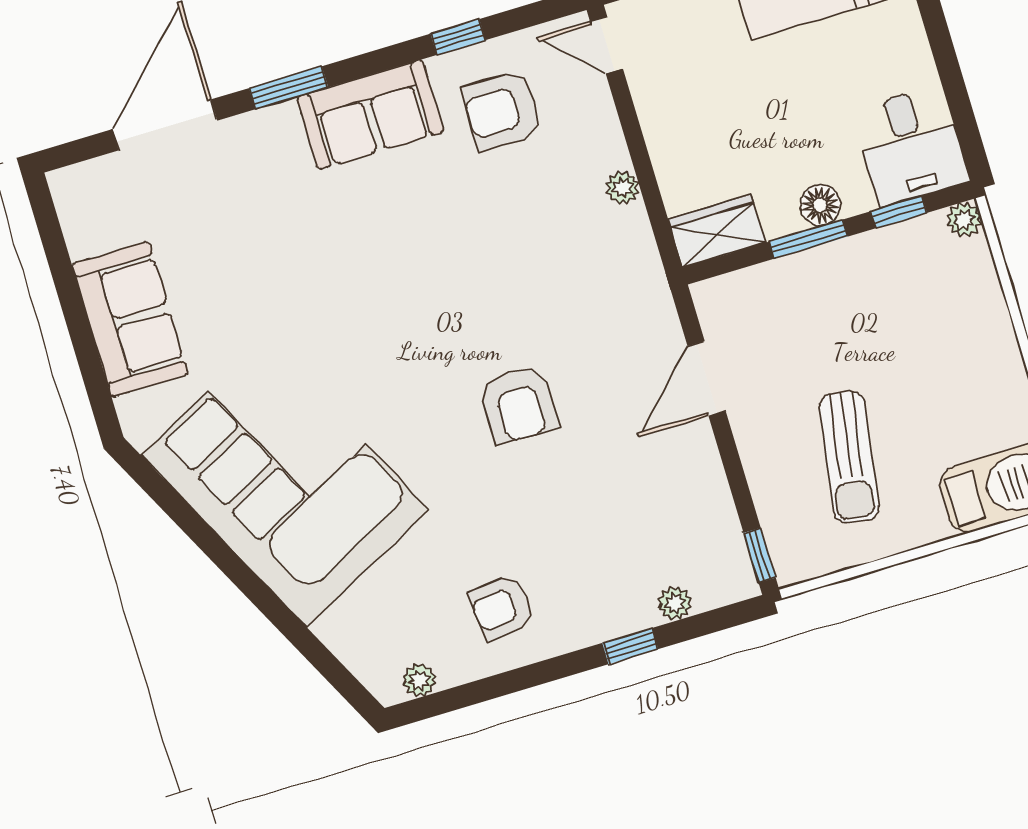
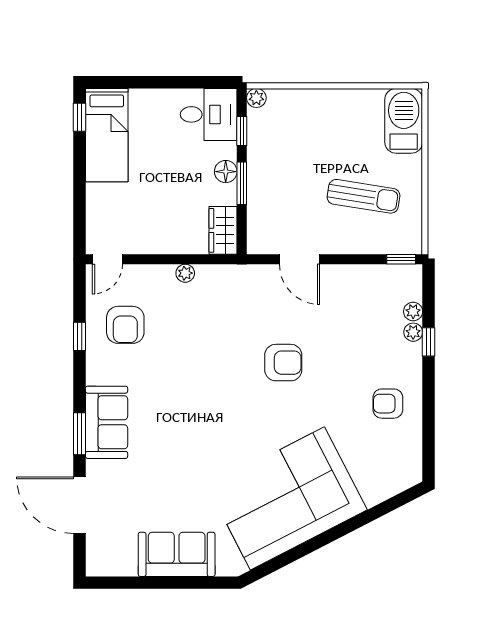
sofa: (370, 114) -> (107, 422), moved
armchair: (502, 607) -> (388, 404), turned 96
plant: (419, 680) -> (413, 332), moved

